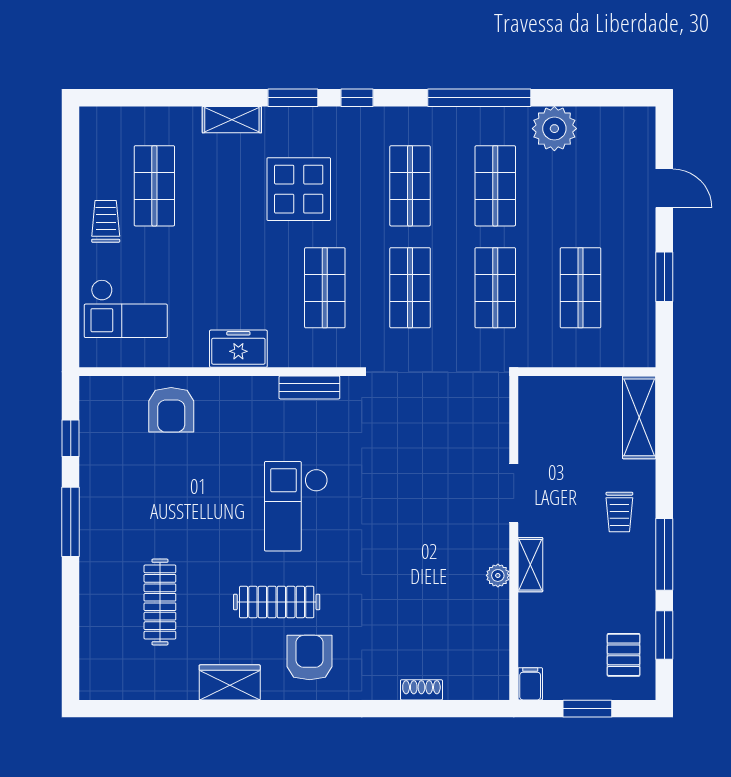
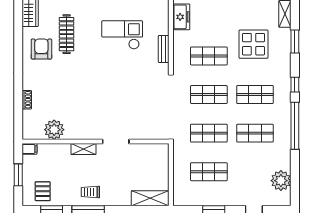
window: (357, 98) -> (295, 85), moved
plant: (554, 129) -> (281, 181), moved
checkout: (296, 506) -> (122, 35), moved
trolley: (619, 512) -> (90, 192), moved
plant: (498, 575) -> (54, 130), moved, width x1.87, depth x1.87
pallet: (624, 655) -> (43, 191), turned 90
armchair: (310, 658) -> (41, 49), turned -90

